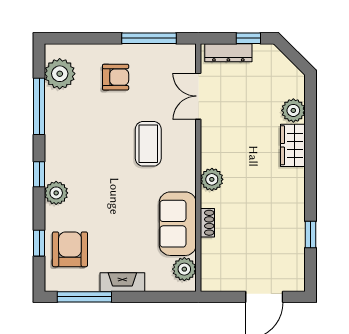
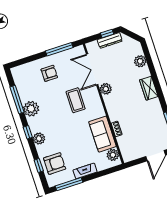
dresser: (228, 53) -> (110, 40), moved
plant: (60, 74) -> (31, 109), moved
double door: (198, 96) -> (92, 69), width x1.37
wardrobe: (293, 145) -> (149, 88), moved
plant: (212, 179) -> (106, 89), moved
armchair: (70, 249) -> (55, 164), turned 90

